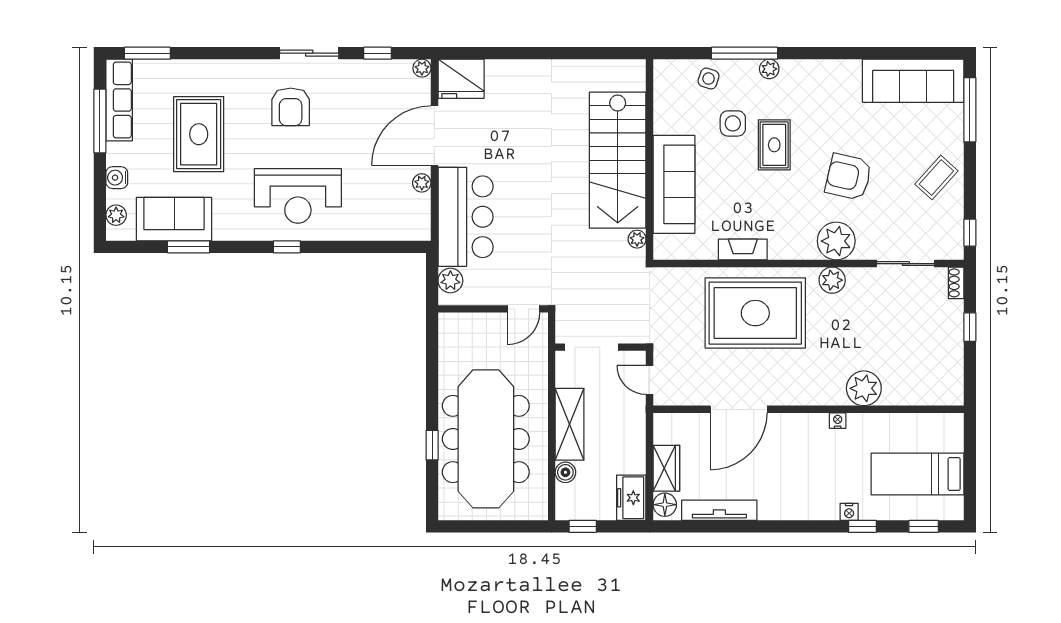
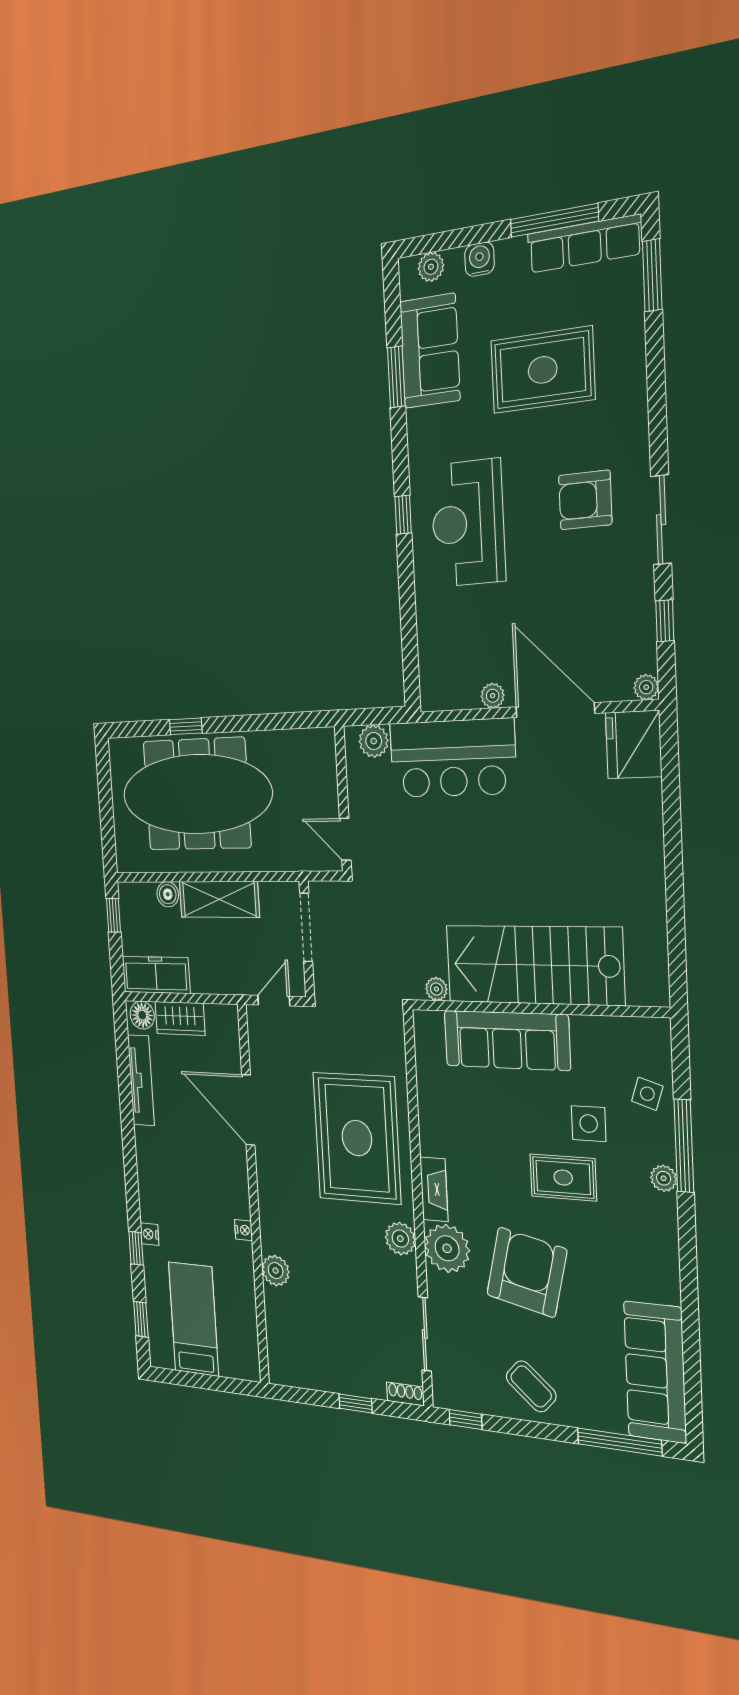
armchair: (849, 177) -> (527, 1272), width x1.36, depth x1.36
fireplace: (743, 249) -> (434, 1189), moved
plant: (864, 388) -> (276, 1271), width x0.73, depth x0.73
freezer: (631, 498) -> (156, 975), width x1.40

